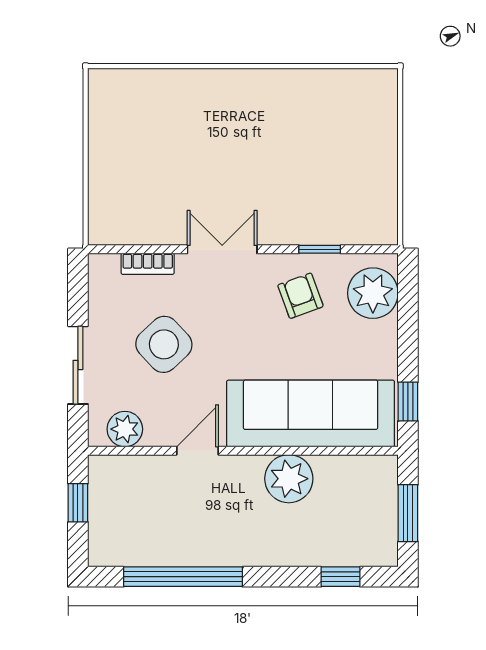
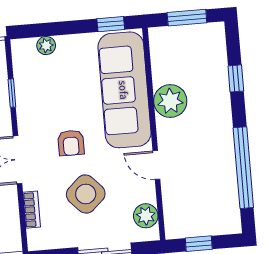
plant: (373, 293) -> (46, 46), width x0.53, depth x0.53
armchair: (300, 296) -> (71, 143), moved, turned -70
window: (341, 577) -> (236, 78), moved

